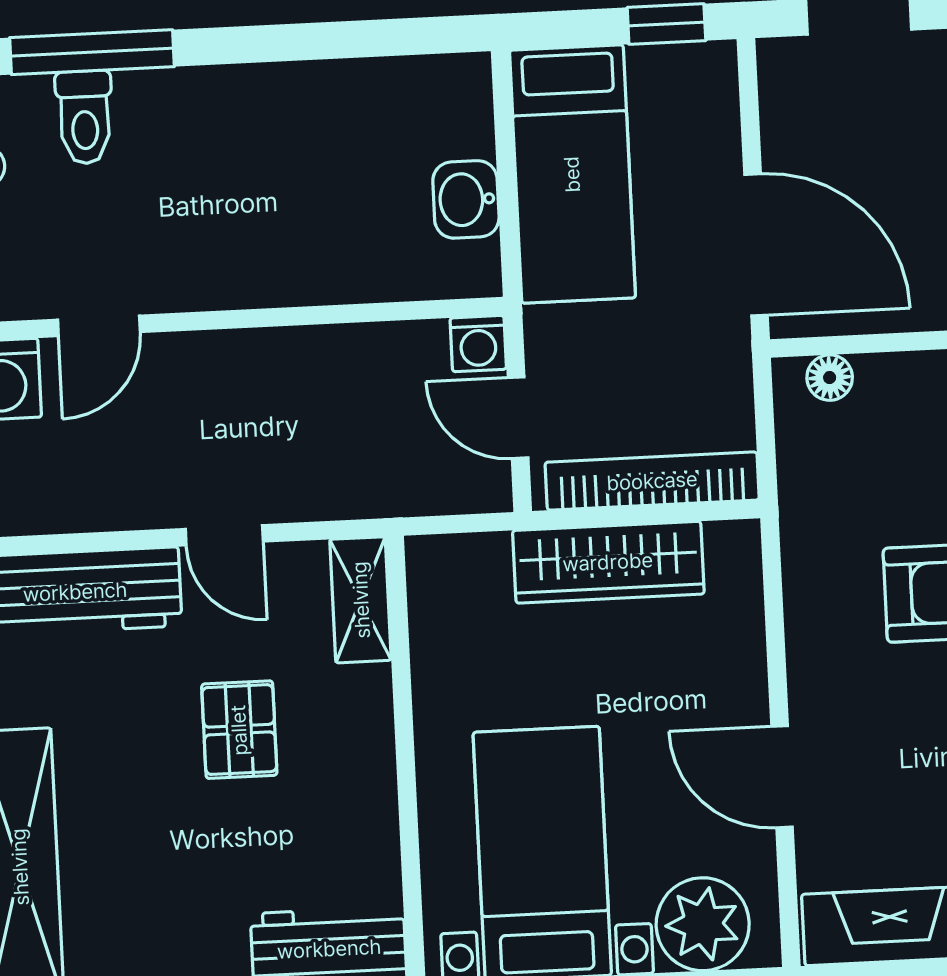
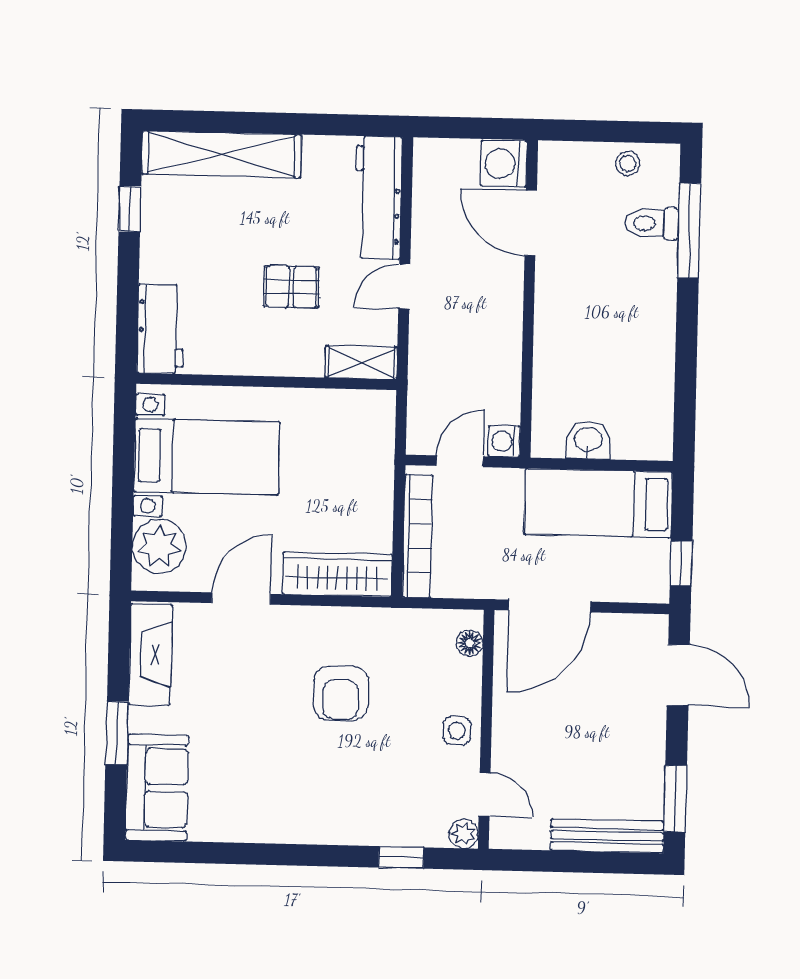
door: (99, 326) -> (531, 223), width x1.38
wardrobe: (608, 562) -> (337, 574), moved, turned 90

